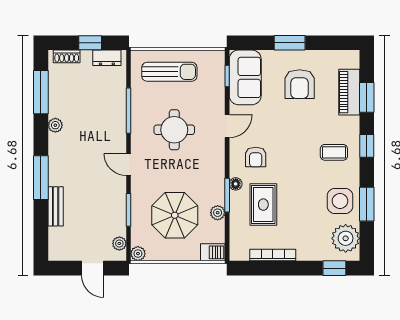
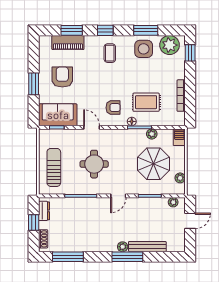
armchair: (300, 84) -> (62, 77), turned -90
plant: (55, 125) -> (123, 247), moved
bench: (56, 206) -> (147, 247), width x1.36
plant: (138, 254) -> (180, 178), moved

